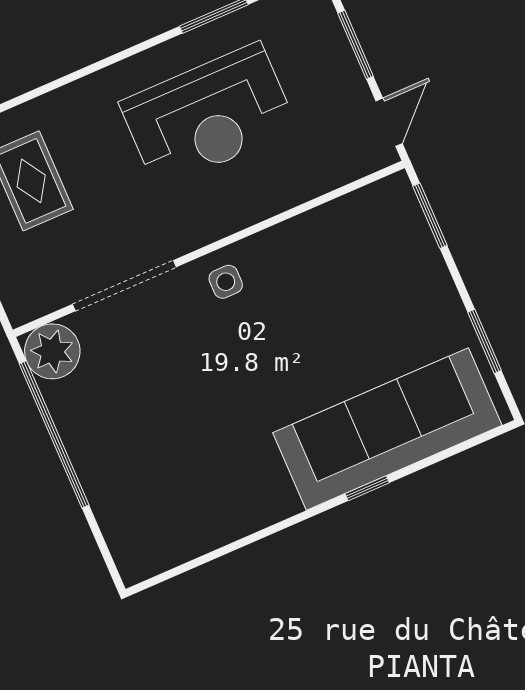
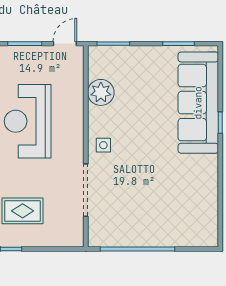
reception desk: (208, 116) -> (28, 121), turned 180
door: (389, 122) -> (65, 44), hinge flipped
plant: (52, 351) -> (101, 92), moved

